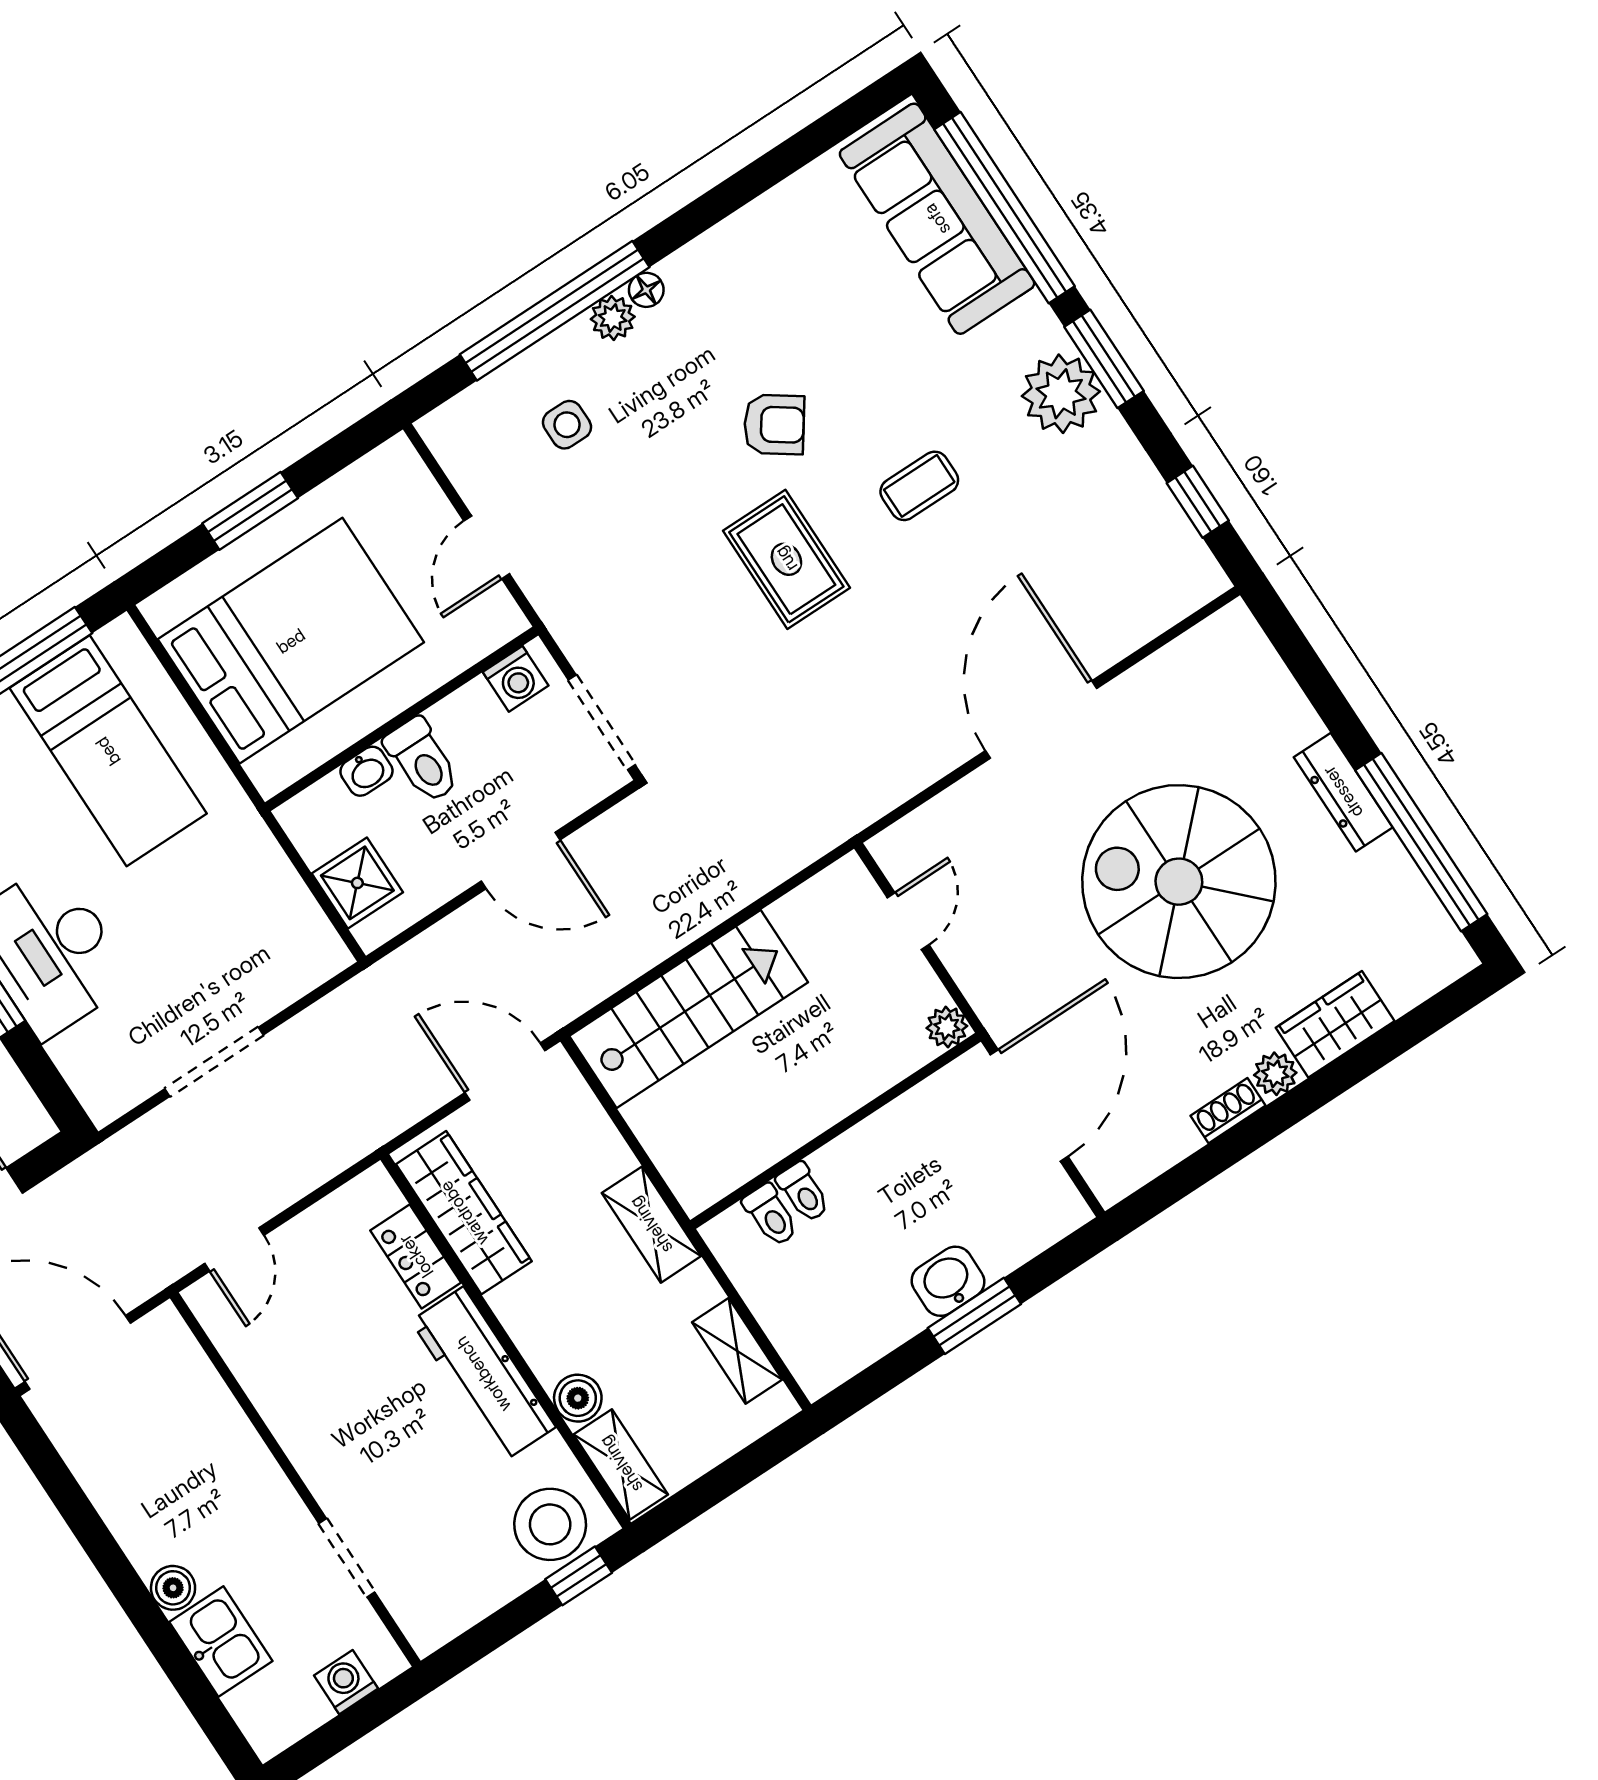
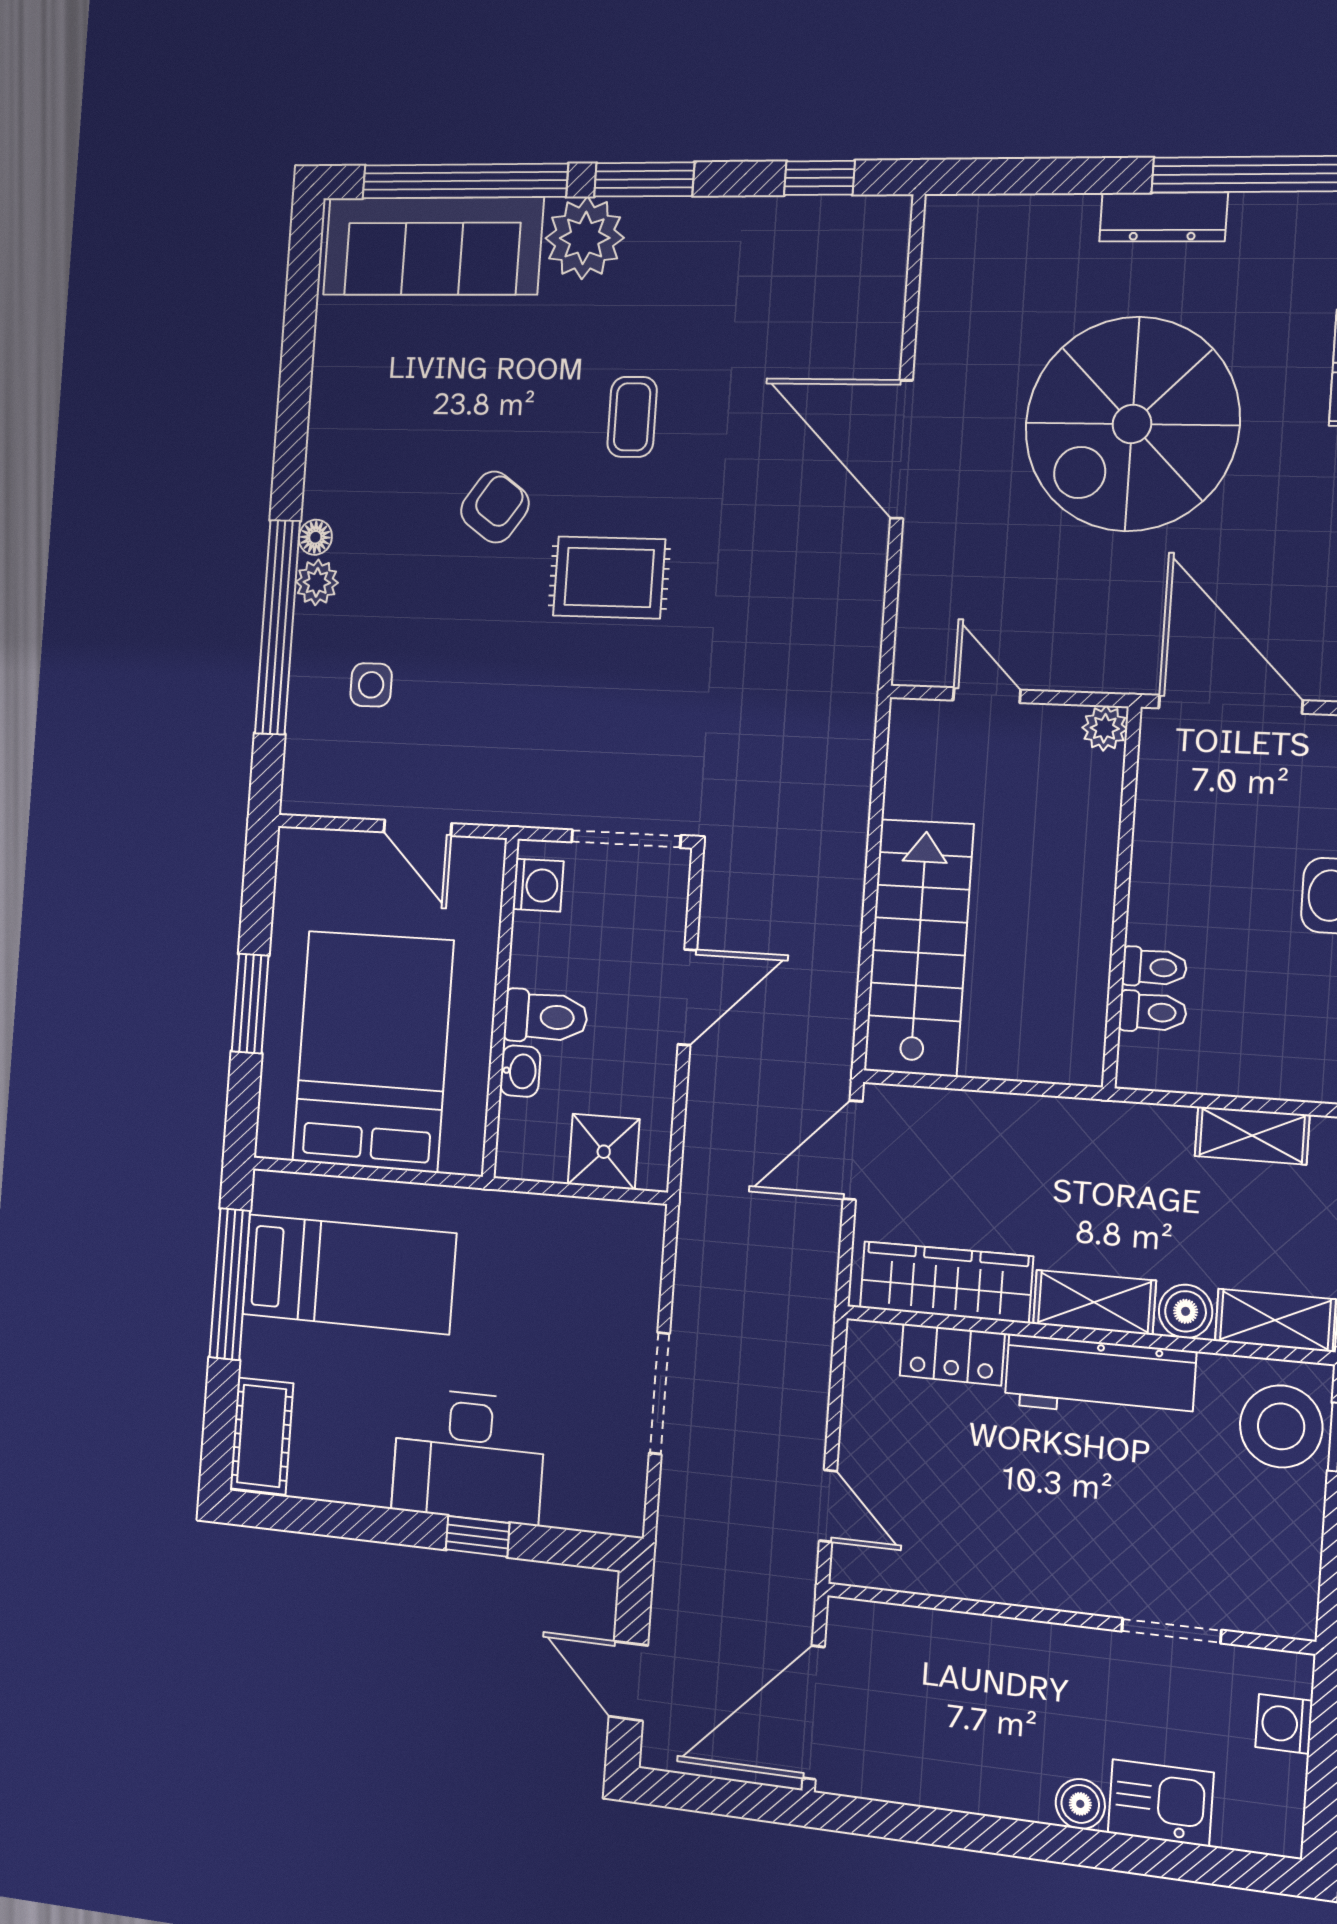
plant: (1061, 394) -> (585, 238), moved
shelving: (651, 1225) -> (1094, 1302), moved

